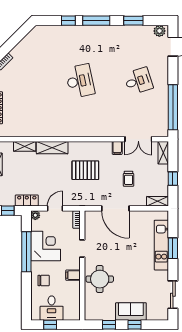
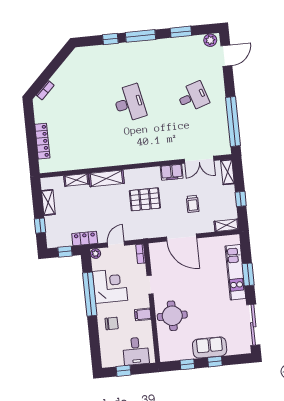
filing cabinet: (117, 148) -> (172, 172), width x2.00
sliding door: (173, 295) -> (253, 325), width x1.37
desk: (52, 308) -> (136, 351), moved

